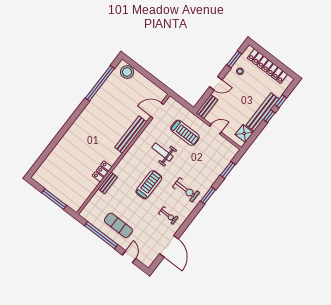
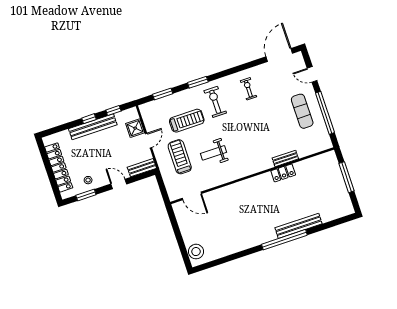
window: (100, 83) -> (284, 240), moved
window: (281, 101) -> (113, 110), moved
door: (215, 129) -> (149, 141), swing flipped
shower: (244, 134) -> (135, 128), moved
bench: (131, 135) -> (299, 226), moved
weight bench: (162, 152) -> (213, 153), turned 90
treadmill: (149, 185) -> (187, 121), moved, turned 180
door: (169, 246) -> (279, 55), moved
door: (129, 257) -> (312, 74), hinge flipped

